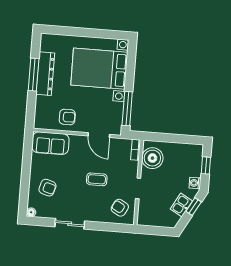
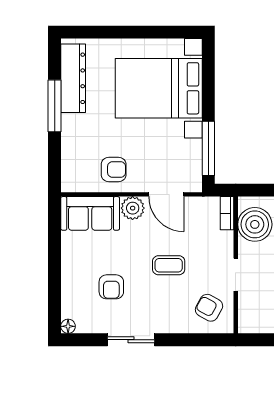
dresser: (45, 74) -> (73, 78), moved
plant: (77, 142) -> (133, 208), added
armchair: (47, 188) -> (111, 287), moved, turned 74

